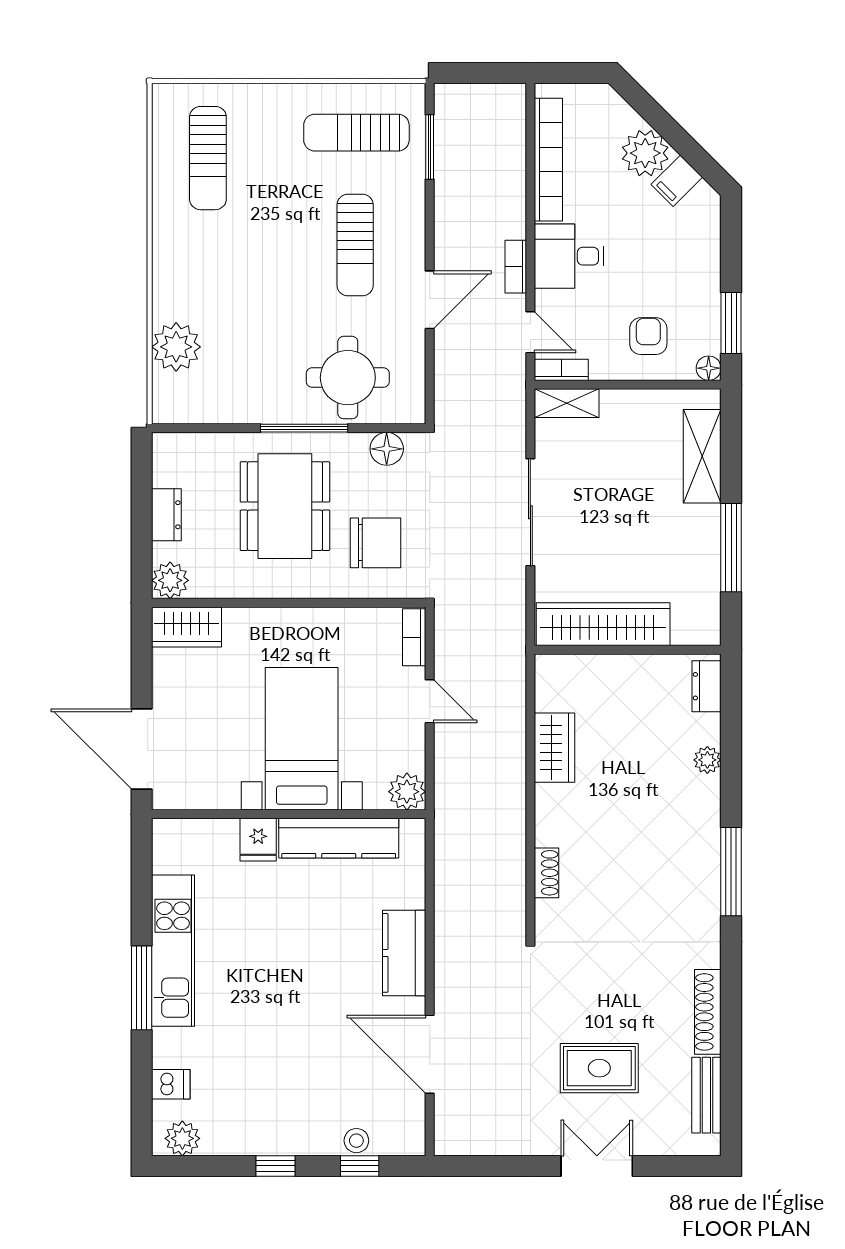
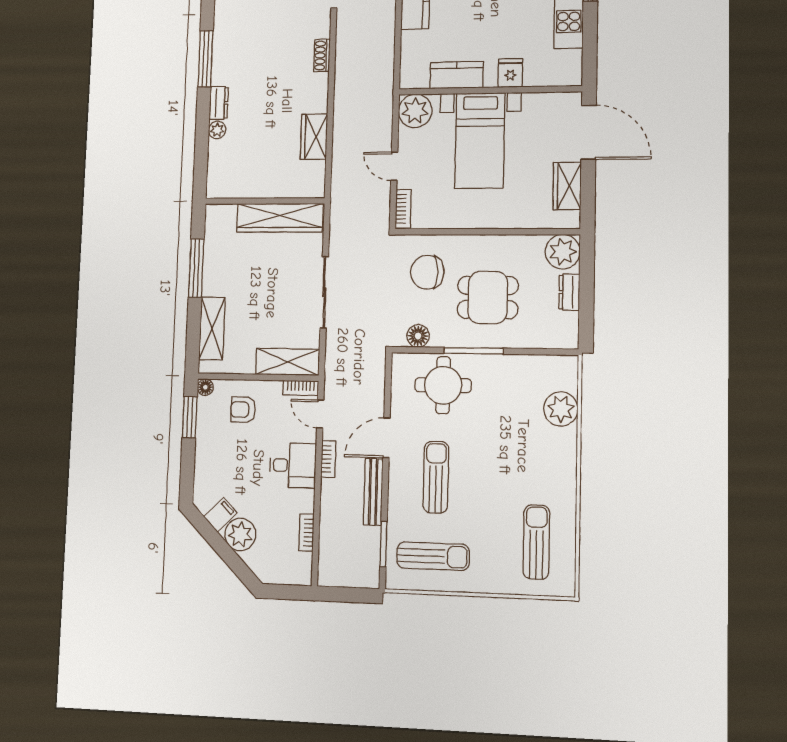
bookcase: (548, 160) -> (306, 532), width x0.43, depth x0.76
bench: (447, 221) -> (373, 492), added
armchair: (648, 336) -> (243, 410), turned 90
shelving: (567, 403) -> (288, 362), width x1.50, depth x1.33
dining table: (285, 506) -> (488, 297), width x0.73
plant: (170, 580) -> (563, 252), width x1.36, depth x1.36
wardrobe: (186, 627) -> (567, 186), moved, turned -90
dresser: (707, 686) -> (219, 103), moved
plant: (407, 792) -> (415, 111), width x1.36, depth x1.36
kitchen counter: (339, 838) -> (457, 75), width x0.67

